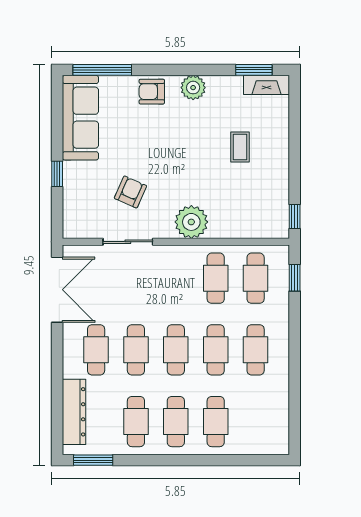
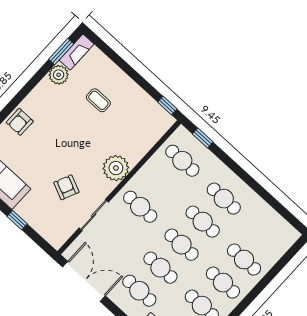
plant: (193, 88) -> (59, 75), moved
cafe table: (216, 278) -> (140, 207), moved

